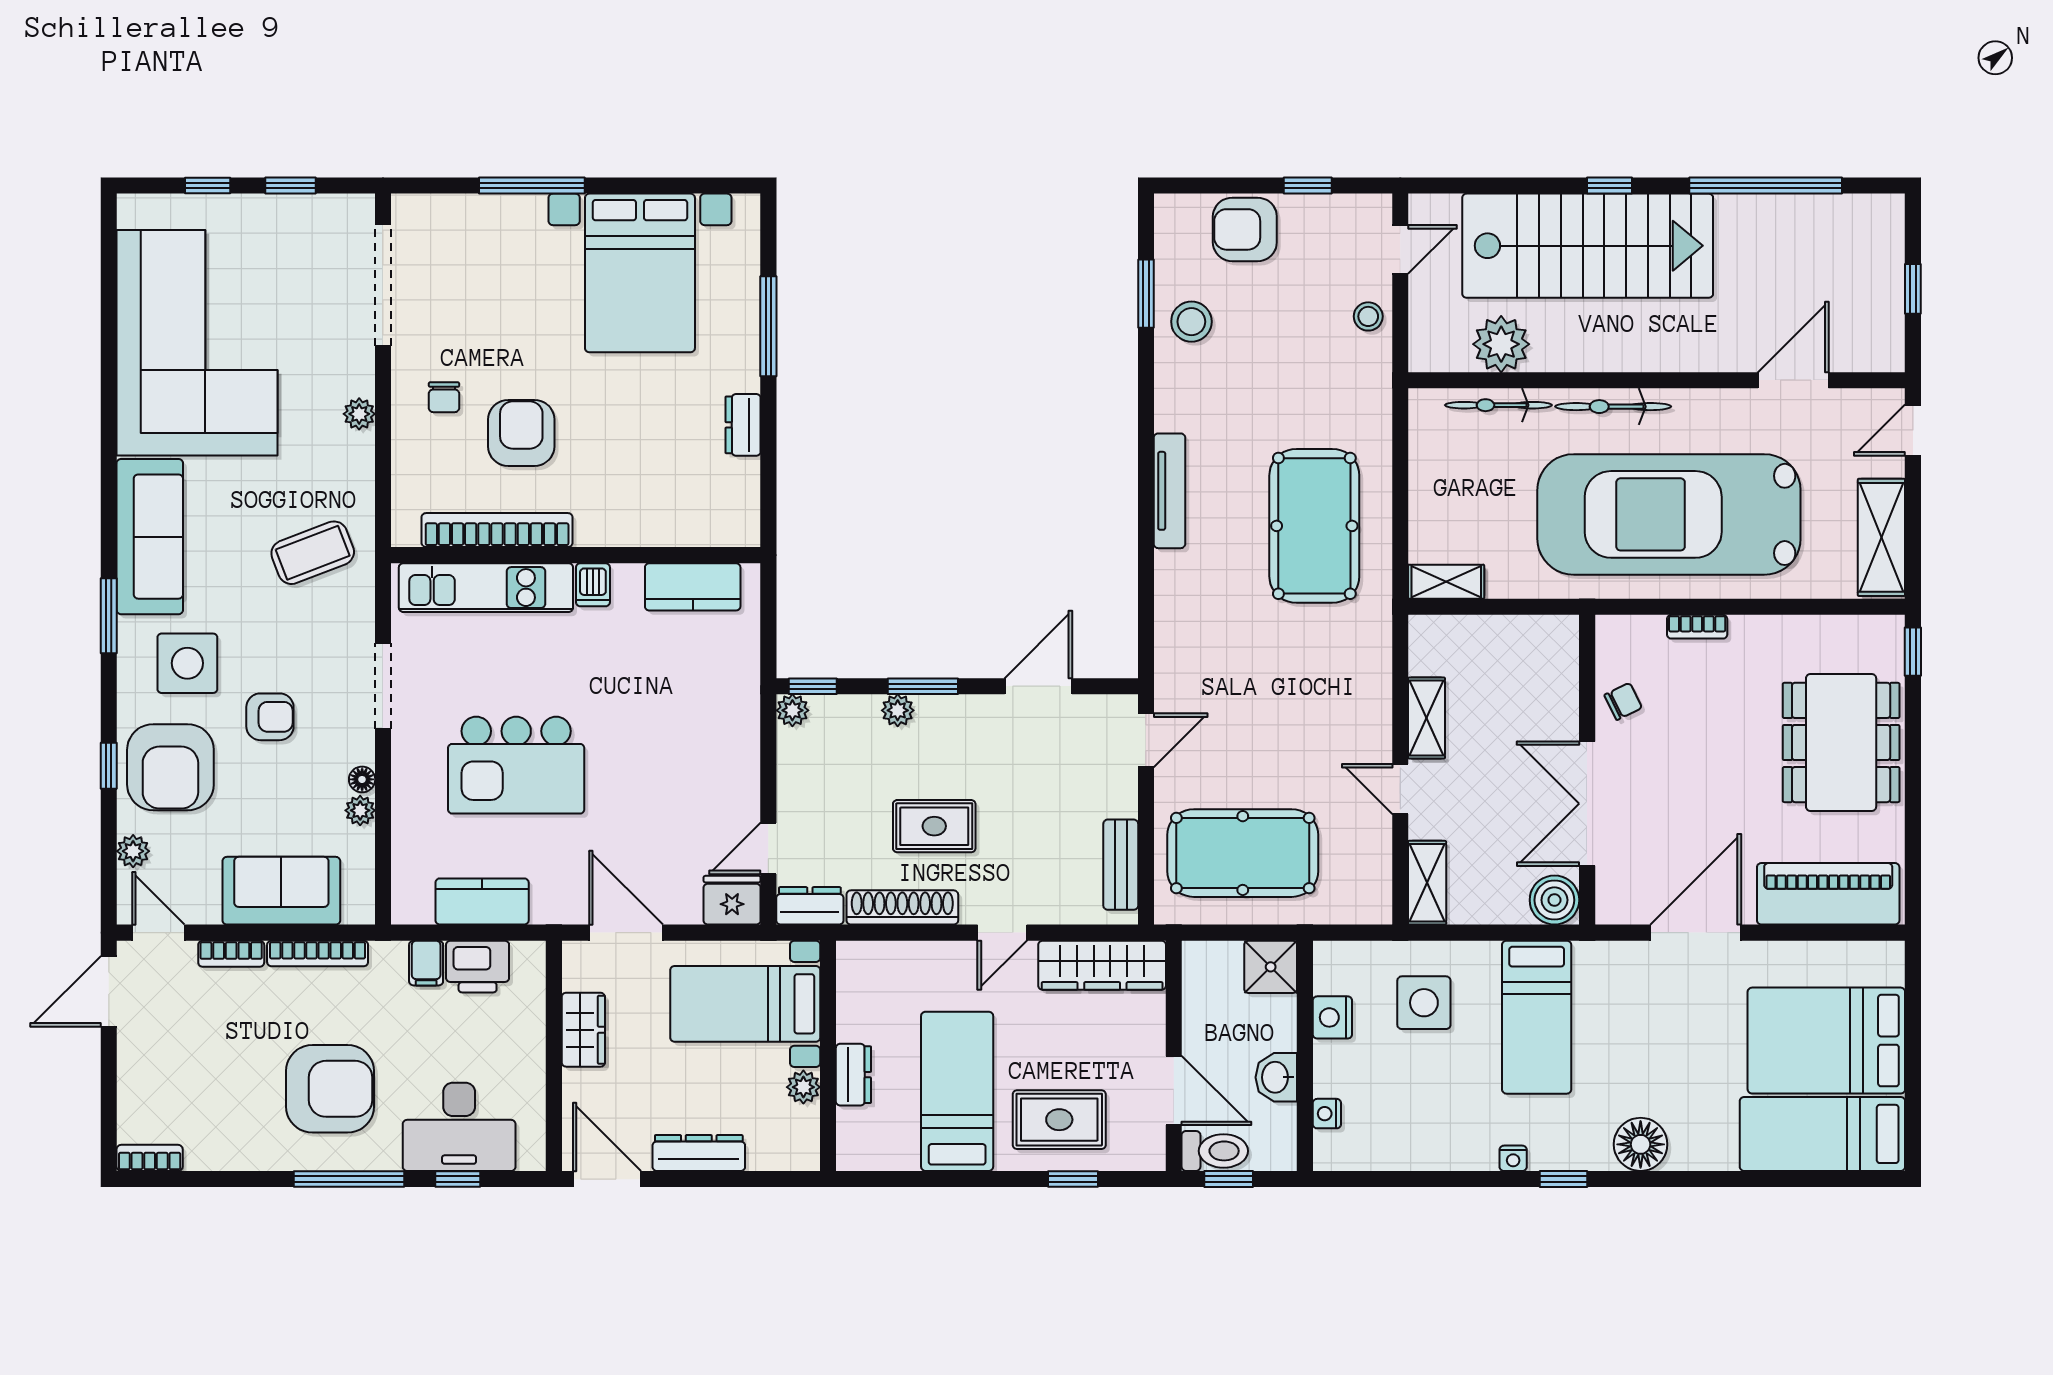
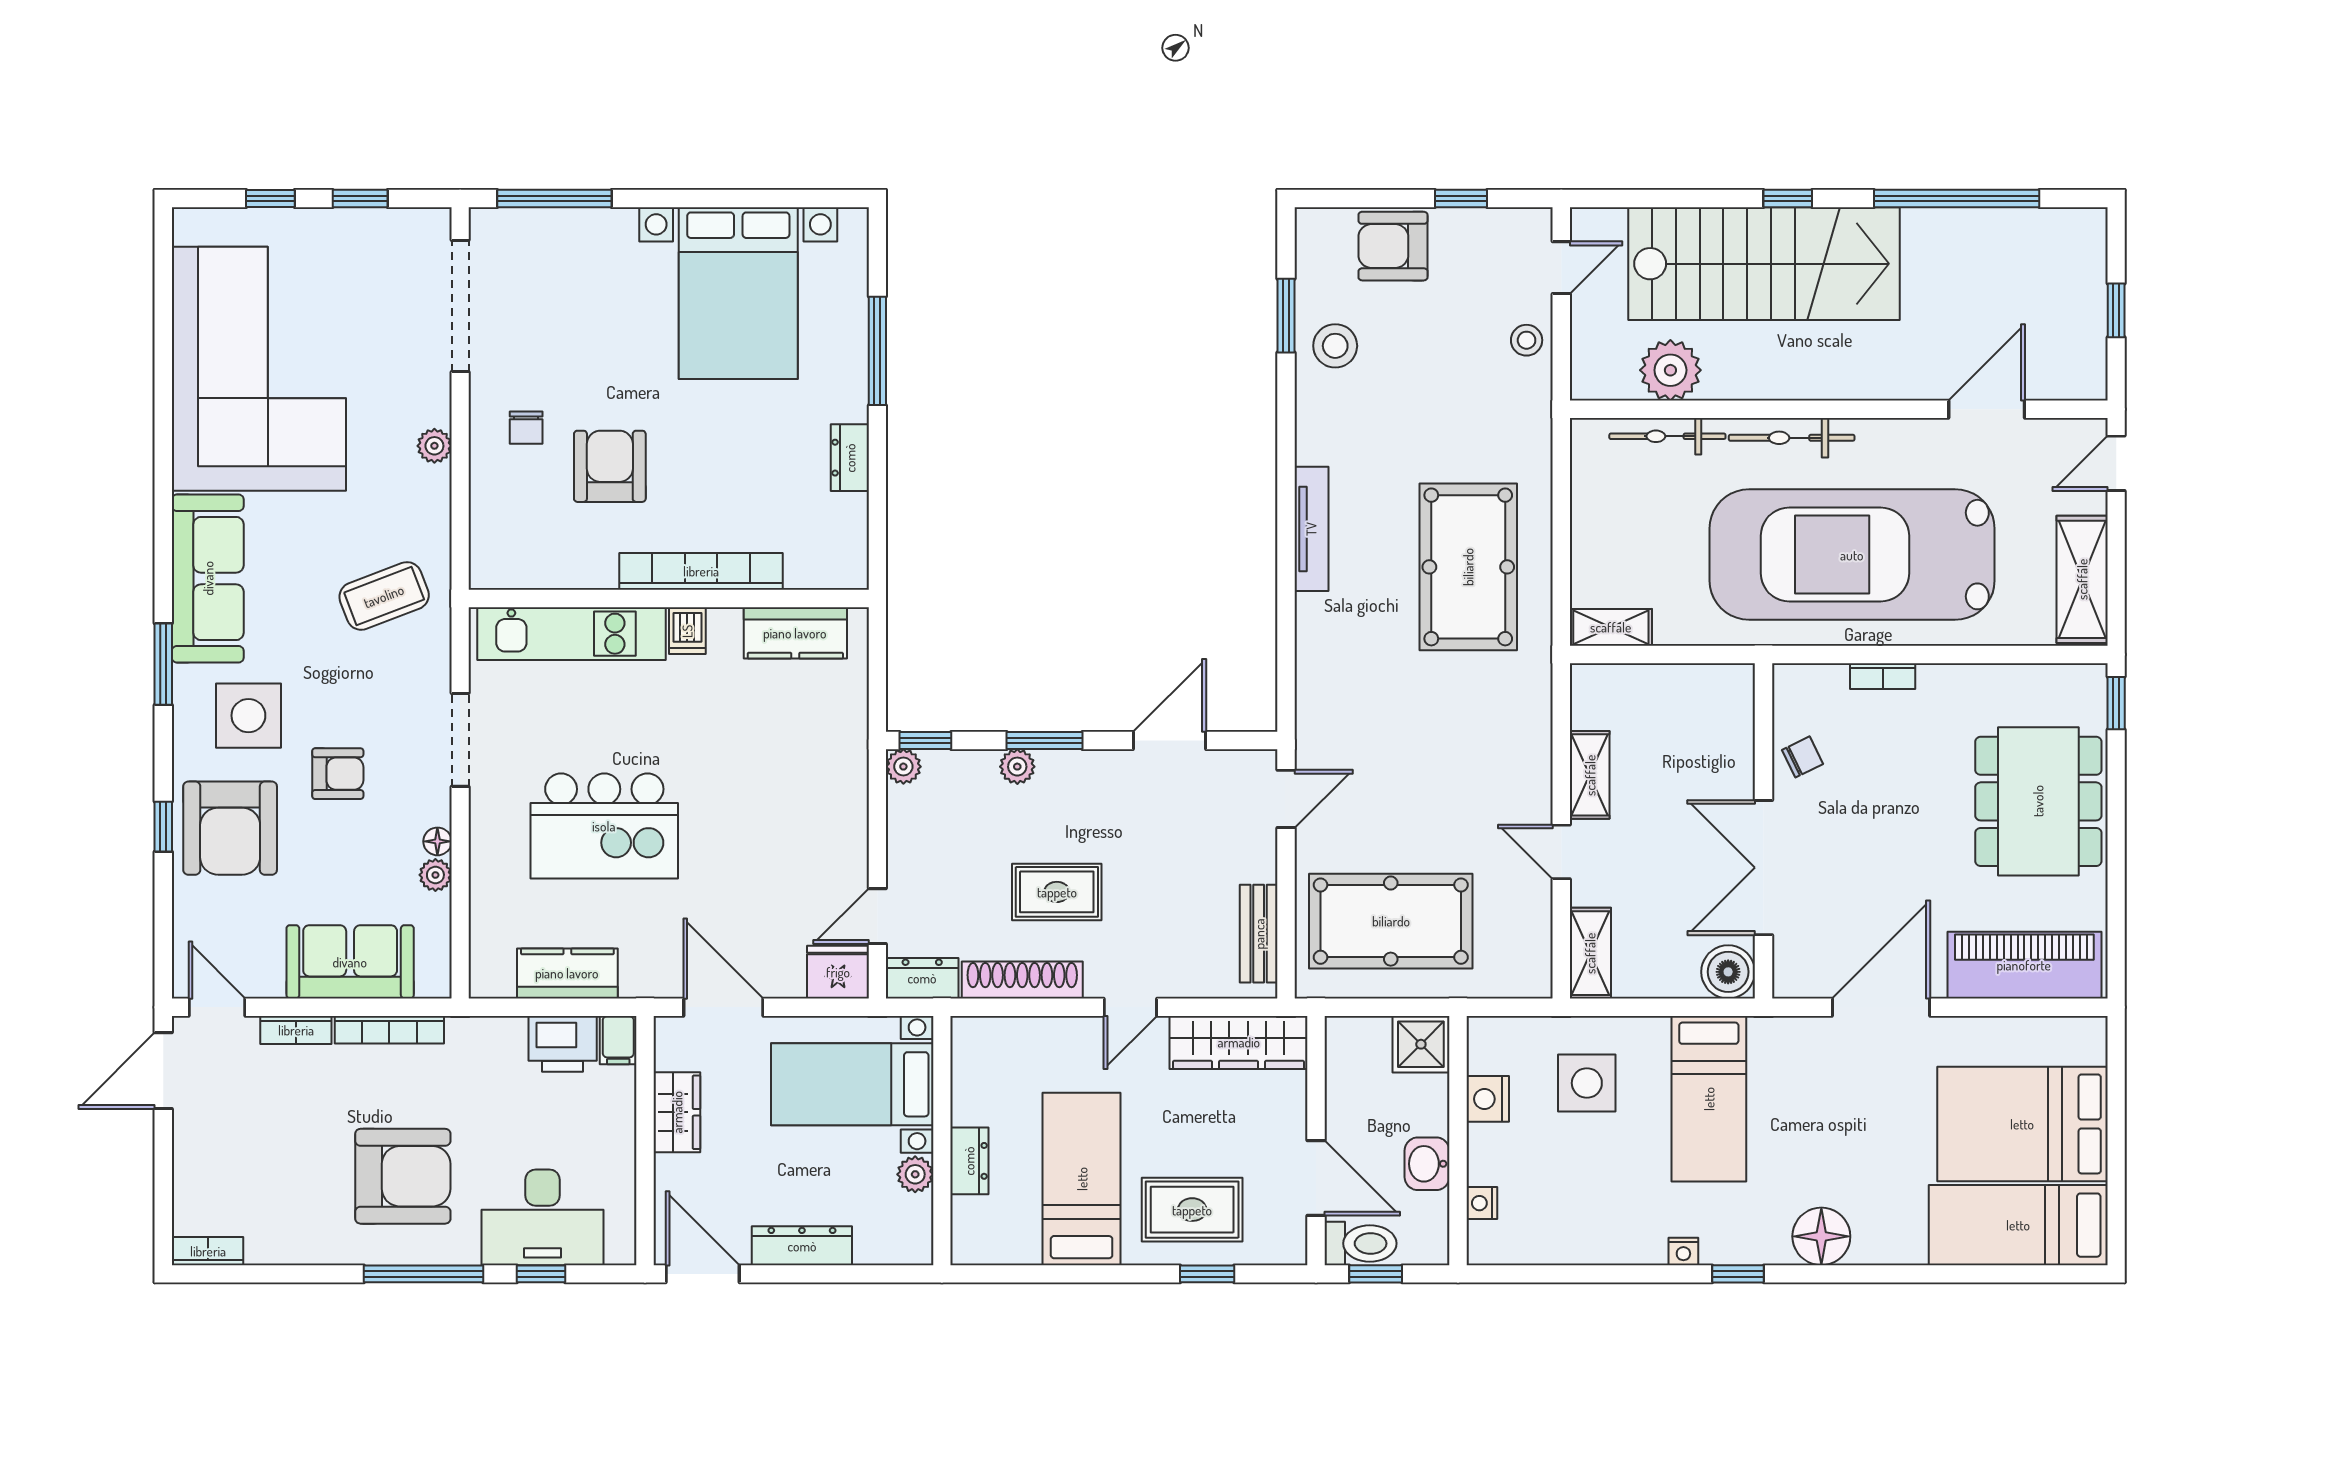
window: (532, 186) -> (554, 199), moved
bookcase: (497, 530) -> (701, 571), moved
plant: (133, 851) -> (190, 919), removed
filing cabinet: (426, 963) -> (618, 1040), moved

